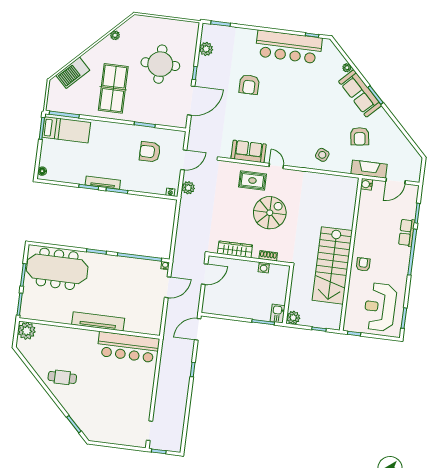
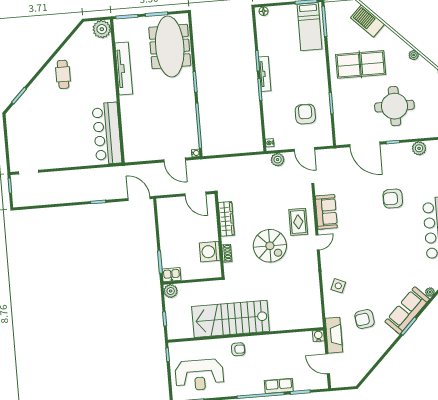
washing machine: (264, 267) -> (210, 252), width x1.89, depth x1.89
reception desk: (380, 307) -> (199, 375), turned 180
tv unit: (98, 321) -> (124, 68), moved

